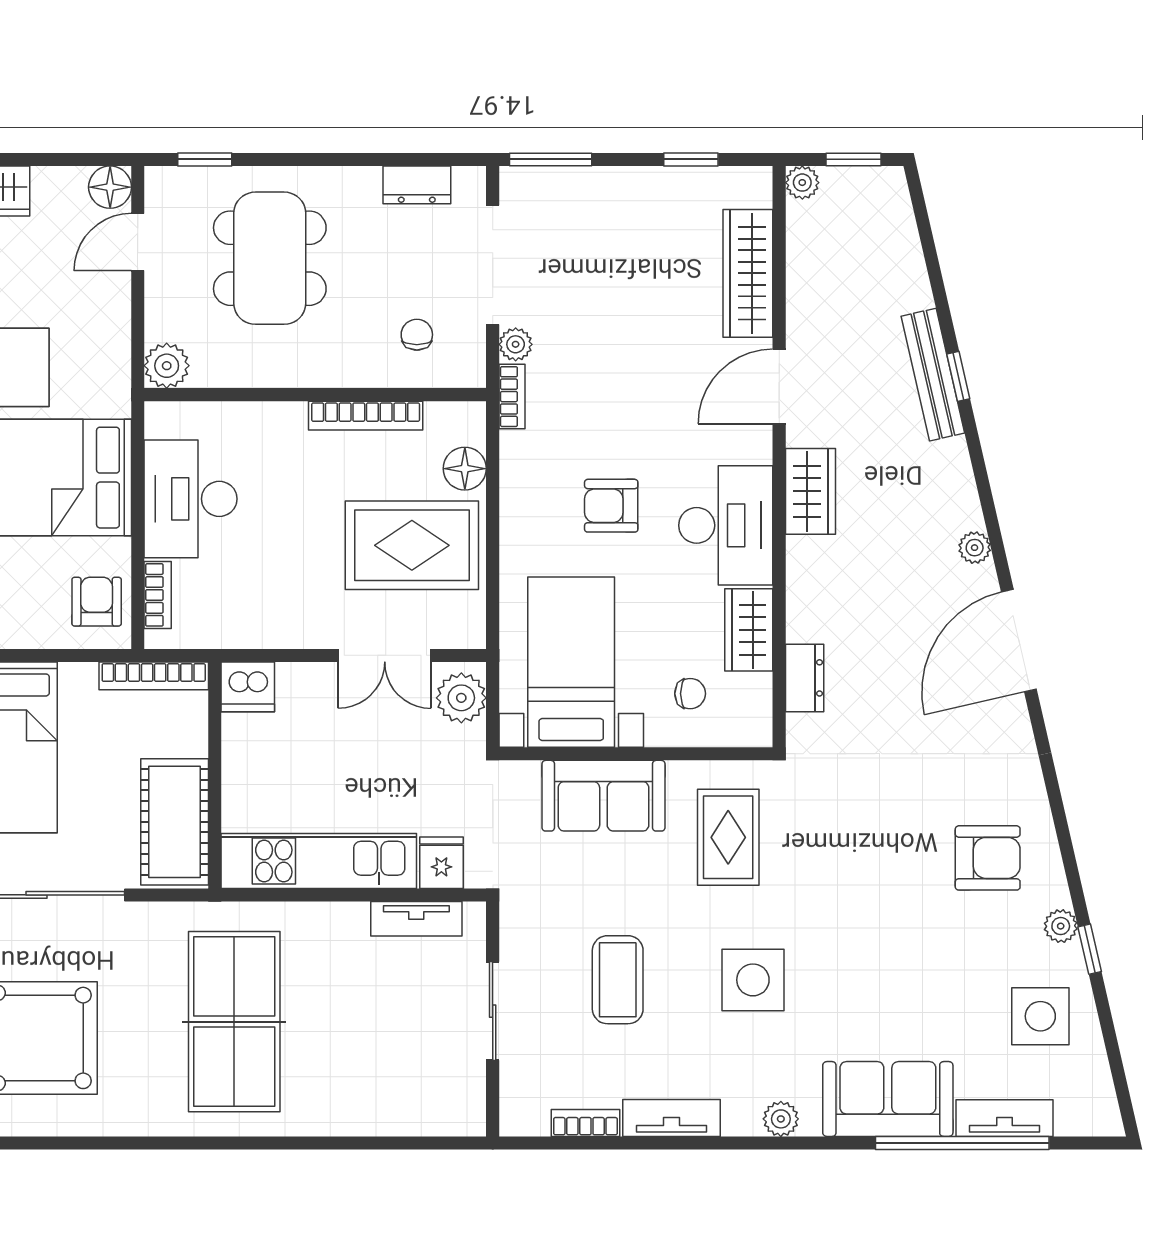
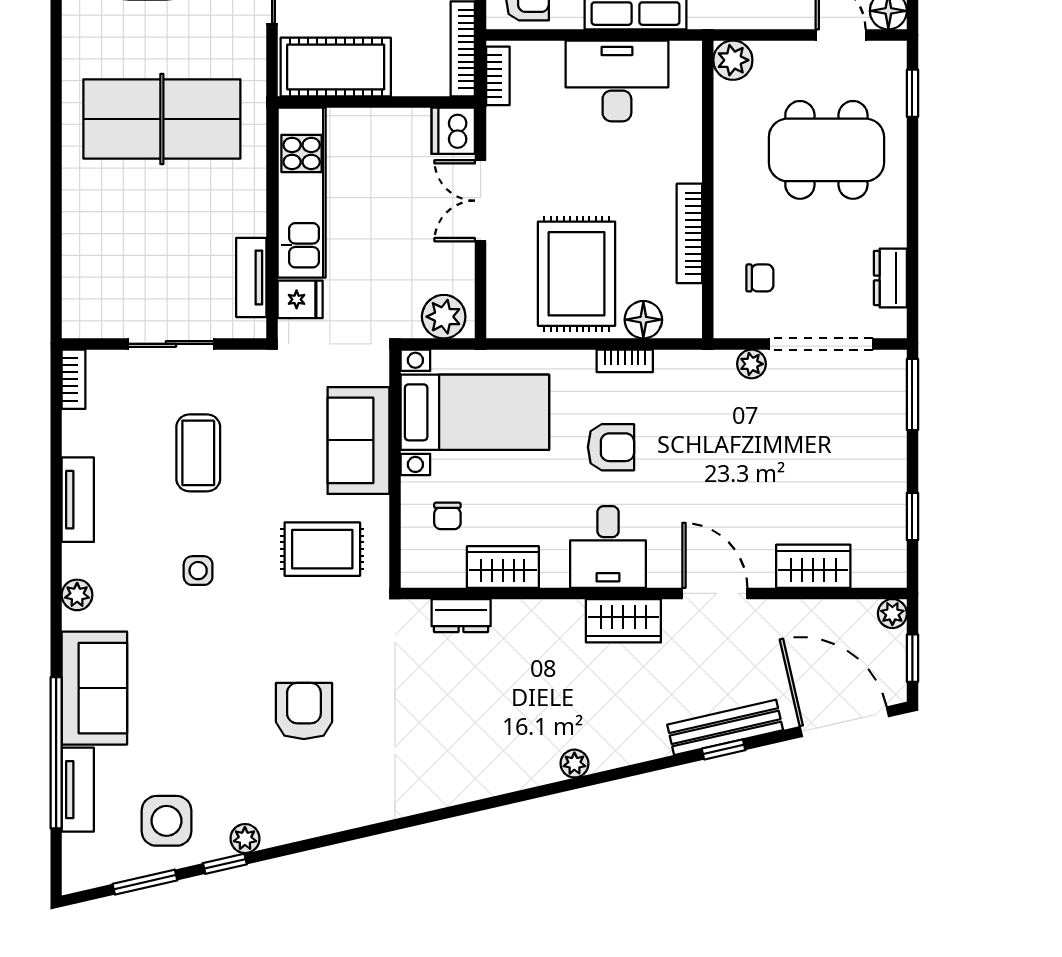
wardrobe: (748, 273) -> (813, 566), width x0.67
bookcase: (512, 397) -> (625, 361), moved
armchair: (611, 506) -> (611, 447), turned 90
desk: (726, 525) -> (608, 547), width x0.73
bookcase: (158, 595) -> (498, 76), moved, turned -90
door: (1019, 641) -> (844, 722), moved
double door: (385, 655) -> (481, 201), moved
armchair: (988, 858) -> (304, 711), moved, turned 180
coffee table: (618, 980) -> (198, 453), turned 90
side table: (753, 980) -> (198, 571), width x0.54, depth x0.54
window: (1111, 1041) -> (145, 882), added
bookcase: (585, 1123) -> (74, 379), moved

